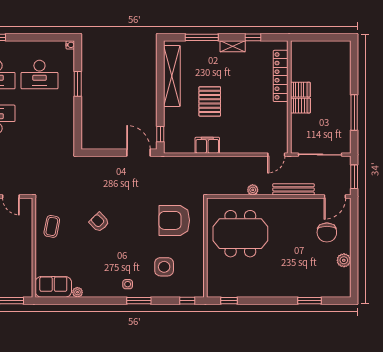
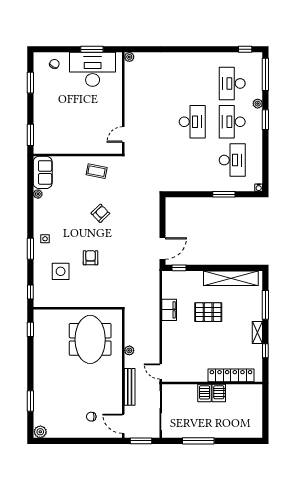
desk: (39, 75) -> (232, 160), turned 180
armchair: (174, 220) -> (91, 258), moved, width x0.53, depth x0.53
chair: (327, 232) -> (91, 417), width x0.54, depth x0.54
plant: (344, 260) -> (40, 432), moved

